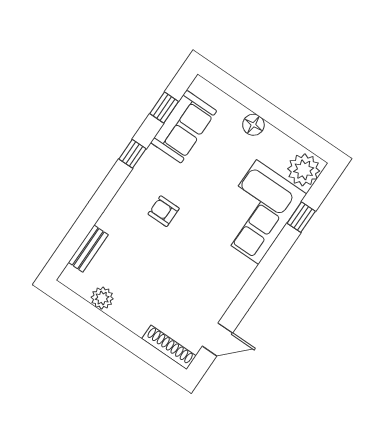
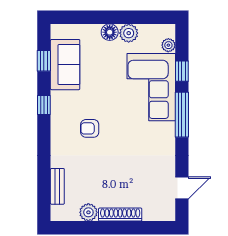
plant: (273, 139) -> (129, 33), added
plant: (304, 170) -> (168, 45), width x0.53, depth x0.53
window: (270, 263) -> (182, 115), added
shoe rack: (169, 347) -> (120, 215), moved

